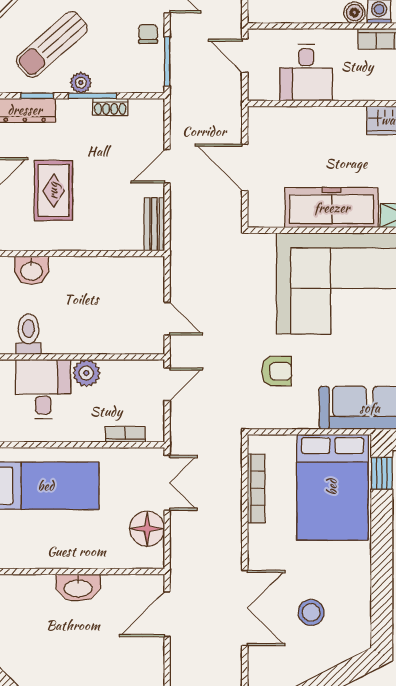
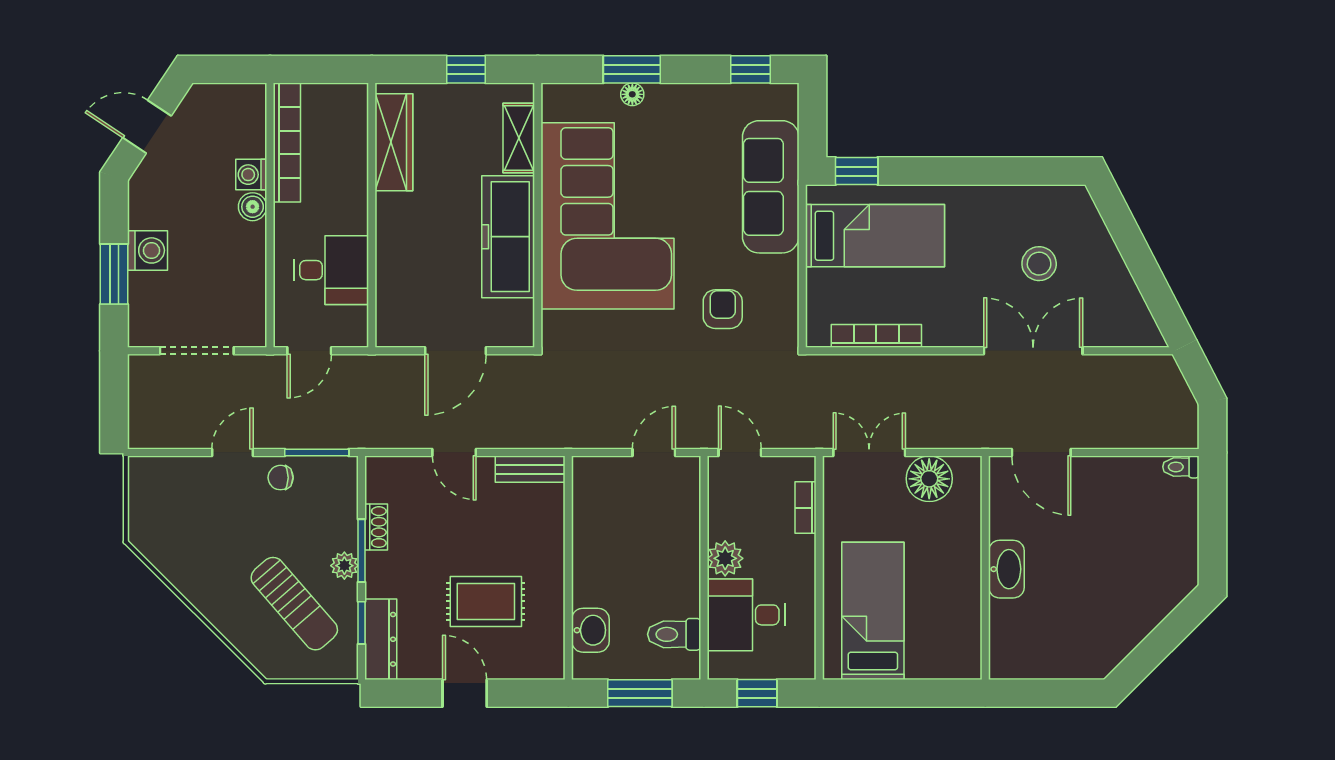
bed: (332, 487) -> (875, 236), width x0.67

